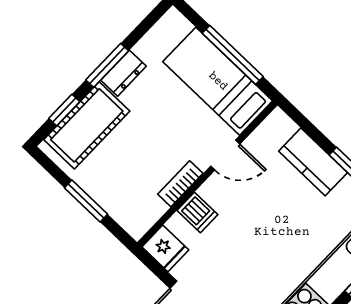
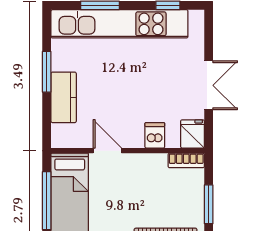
bookcase: (180, 184) -> (186, 160), moved

